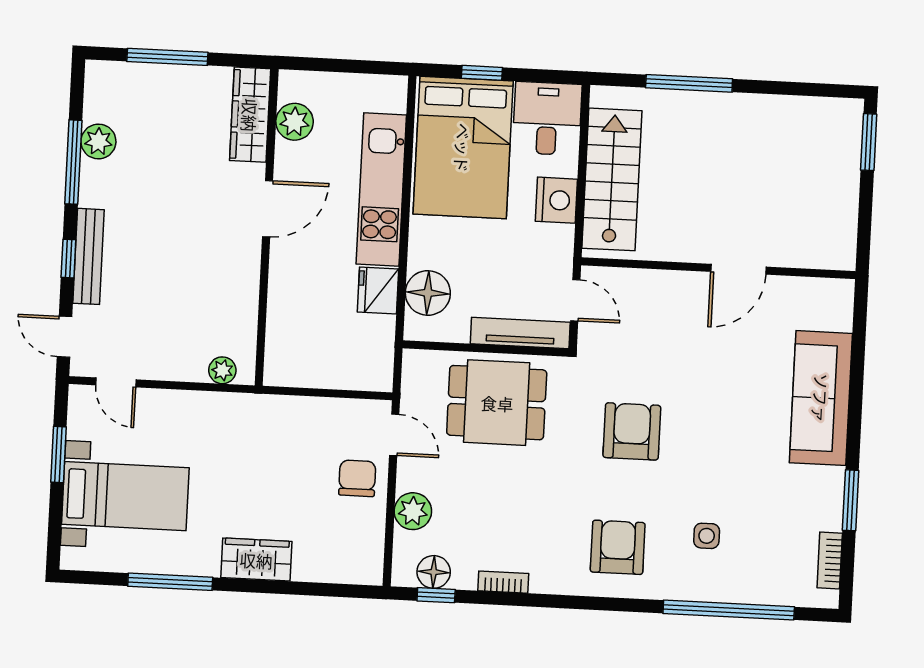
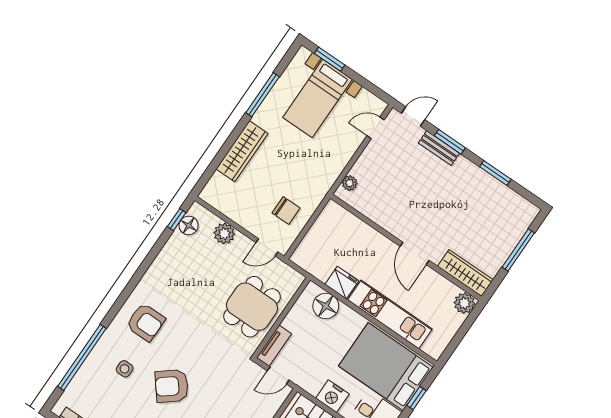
plant: (295, 122) -> (464, 303), moved
plant: (98, 141) -> (498, 191), removed
window: (73, 162) -> (495, 173), width x0.69
bench: (88, 256) -> (439, 148), width x0.73
window: (68, 259) -> (450, 142), width x1.50
tv unit: (520, 333) -> (274, 346), width x0.71
armchair: (632, 431) -> (172, 386), moved, turned 141
window: (59, 455) -> (330, 59), moved
chair: (357, 478) -> (286, 210), moved
wardrobe: (256, 560) -> (242, 151), width x1.50
bookcase: (503, 582) -> (163, 256), removed

